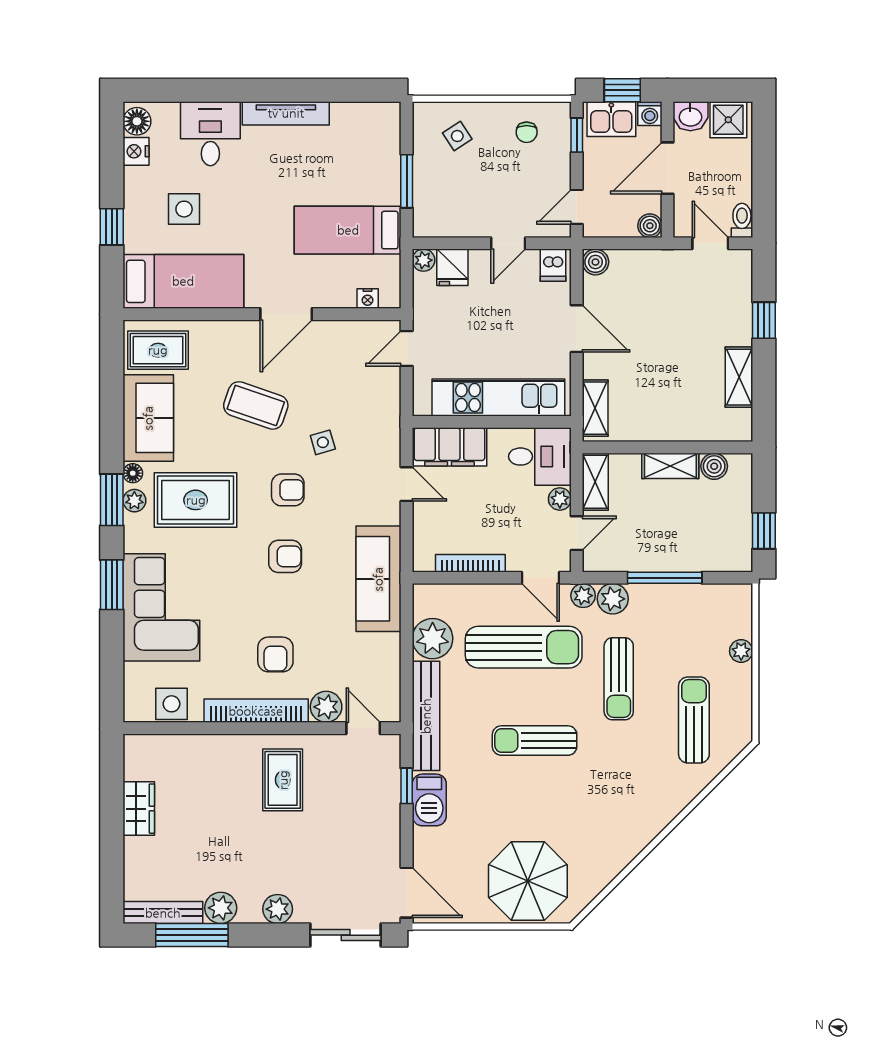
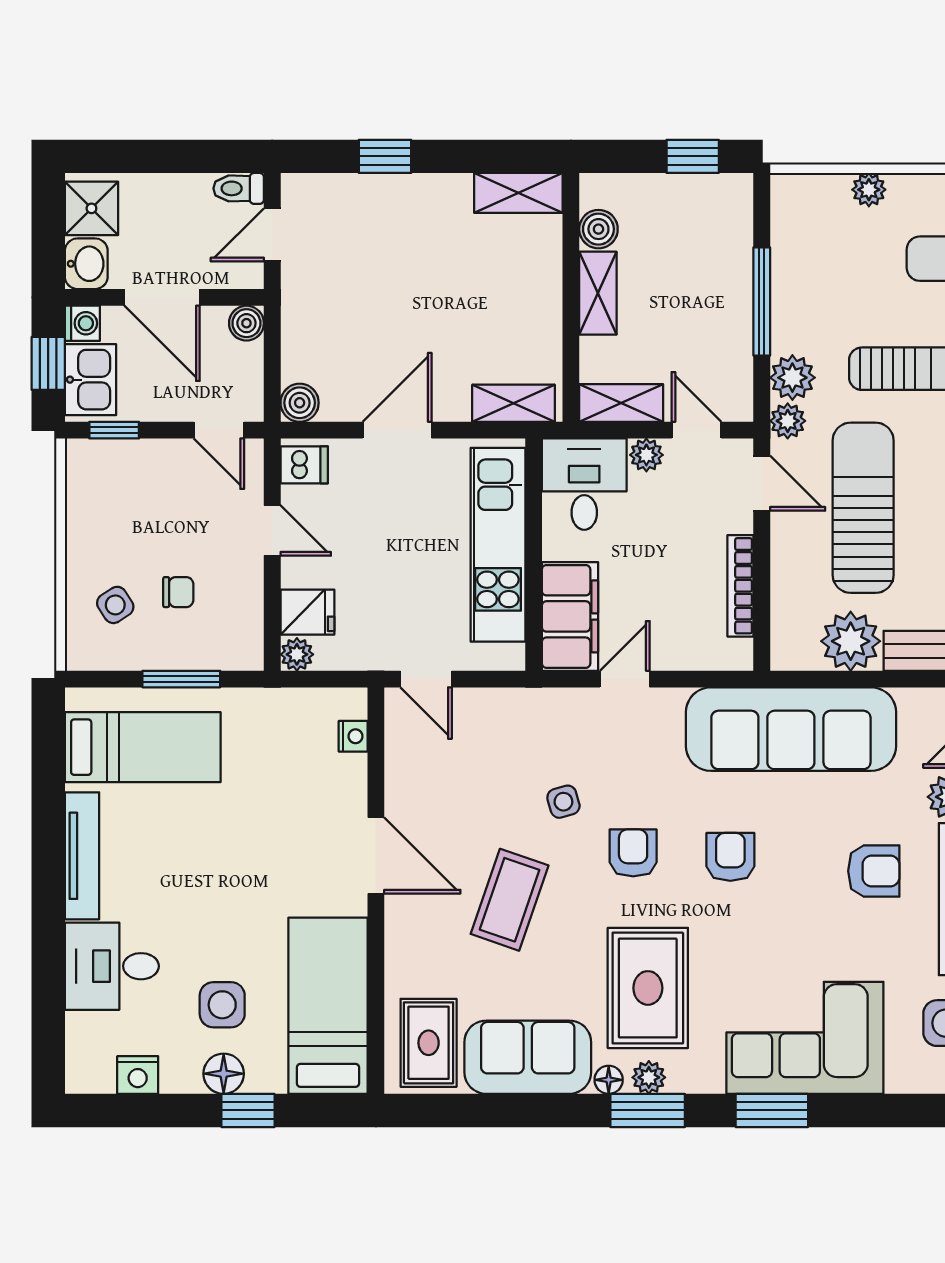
floor lamp: (137, 121) -> (224, 1074), moved
chair: (527, 132) -> (178, 592), moved
bed: (348, 230) -> (143, 747), moved, turned -90
shelving: (739, 377) -> (518, 193), moved
door: (541, 578) -> (762, 483), hinge flipped
sofa: (378, 579) -> (791, 729), width x1.36, depth x1.27

